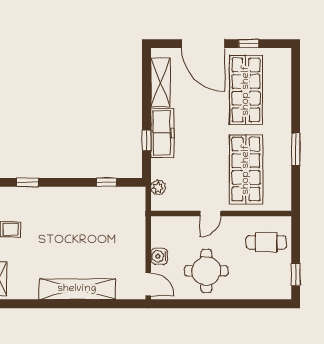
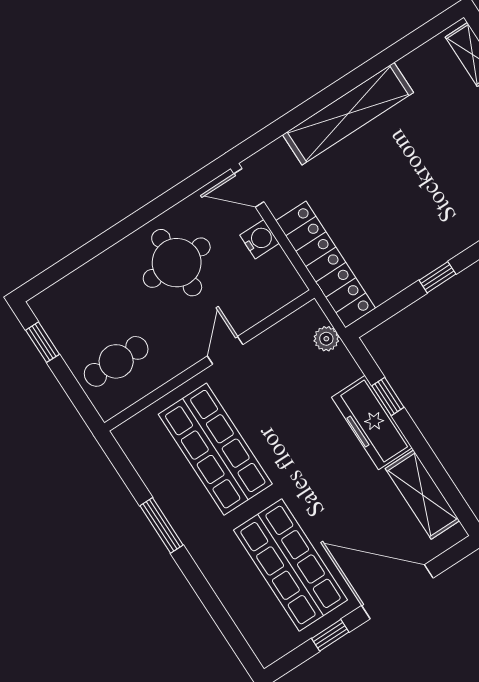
window: (107, 182) -> (438, 277), moved
locker: (135, 223) -> (326, 264), added

